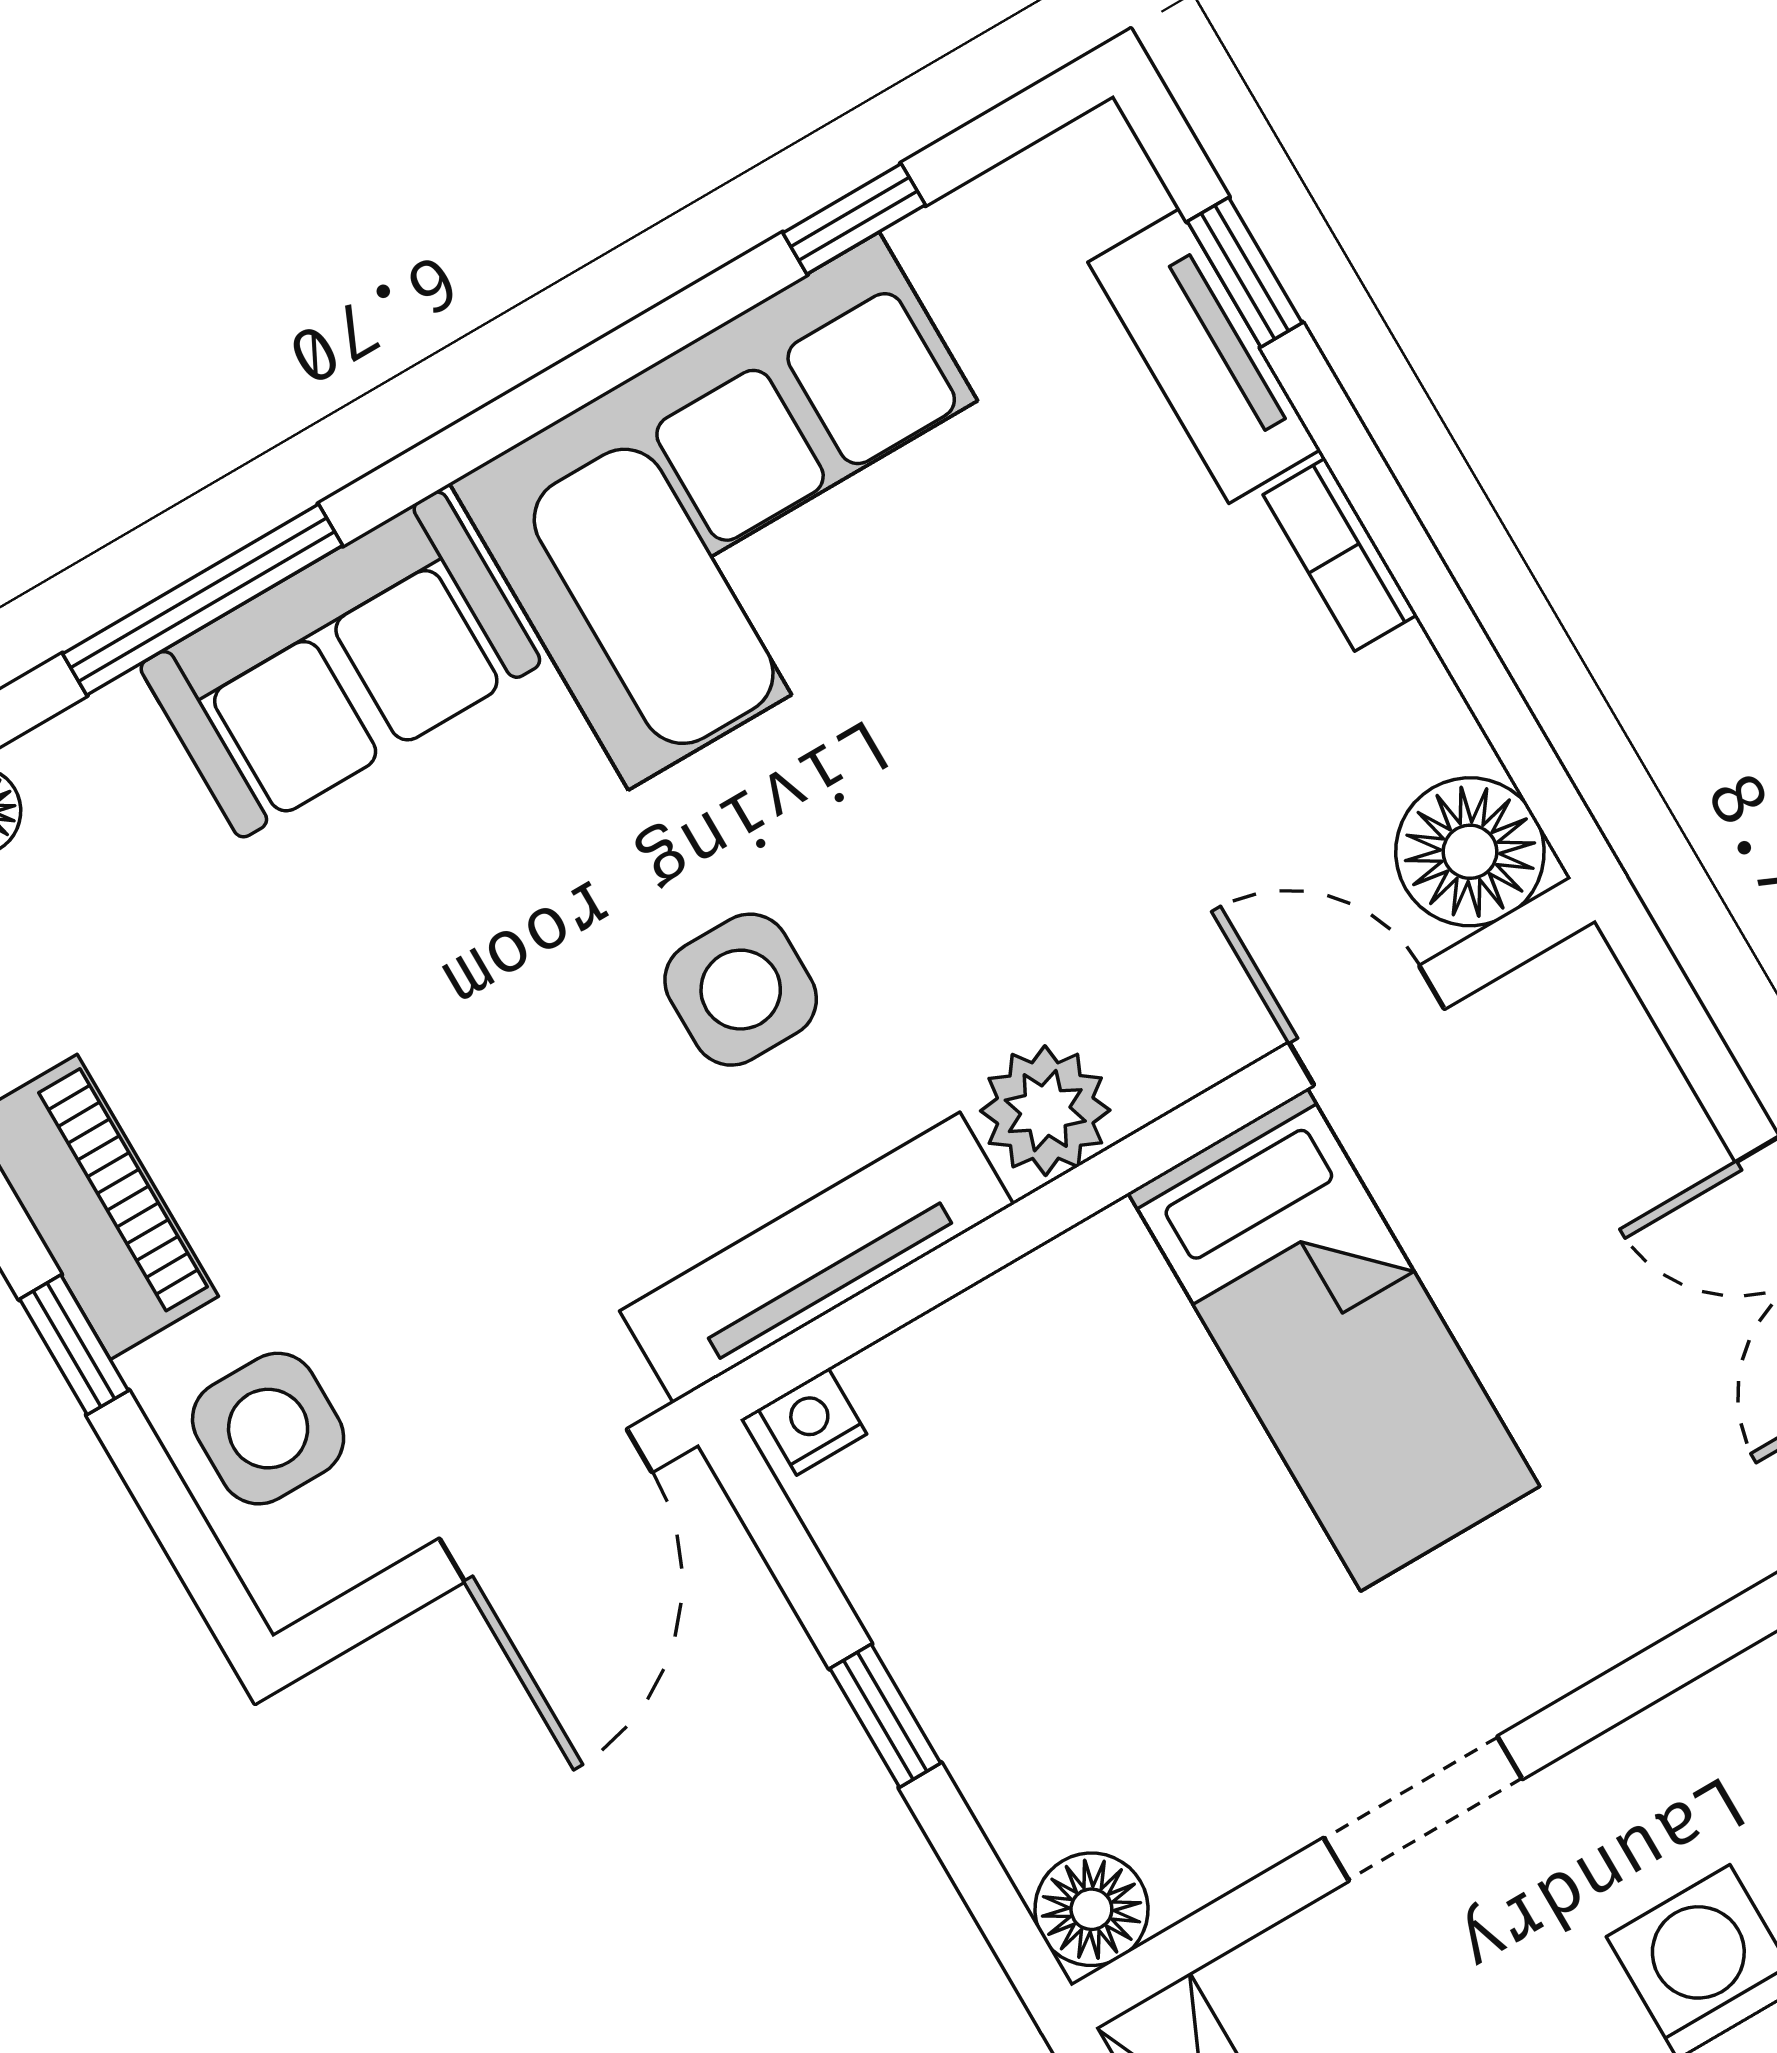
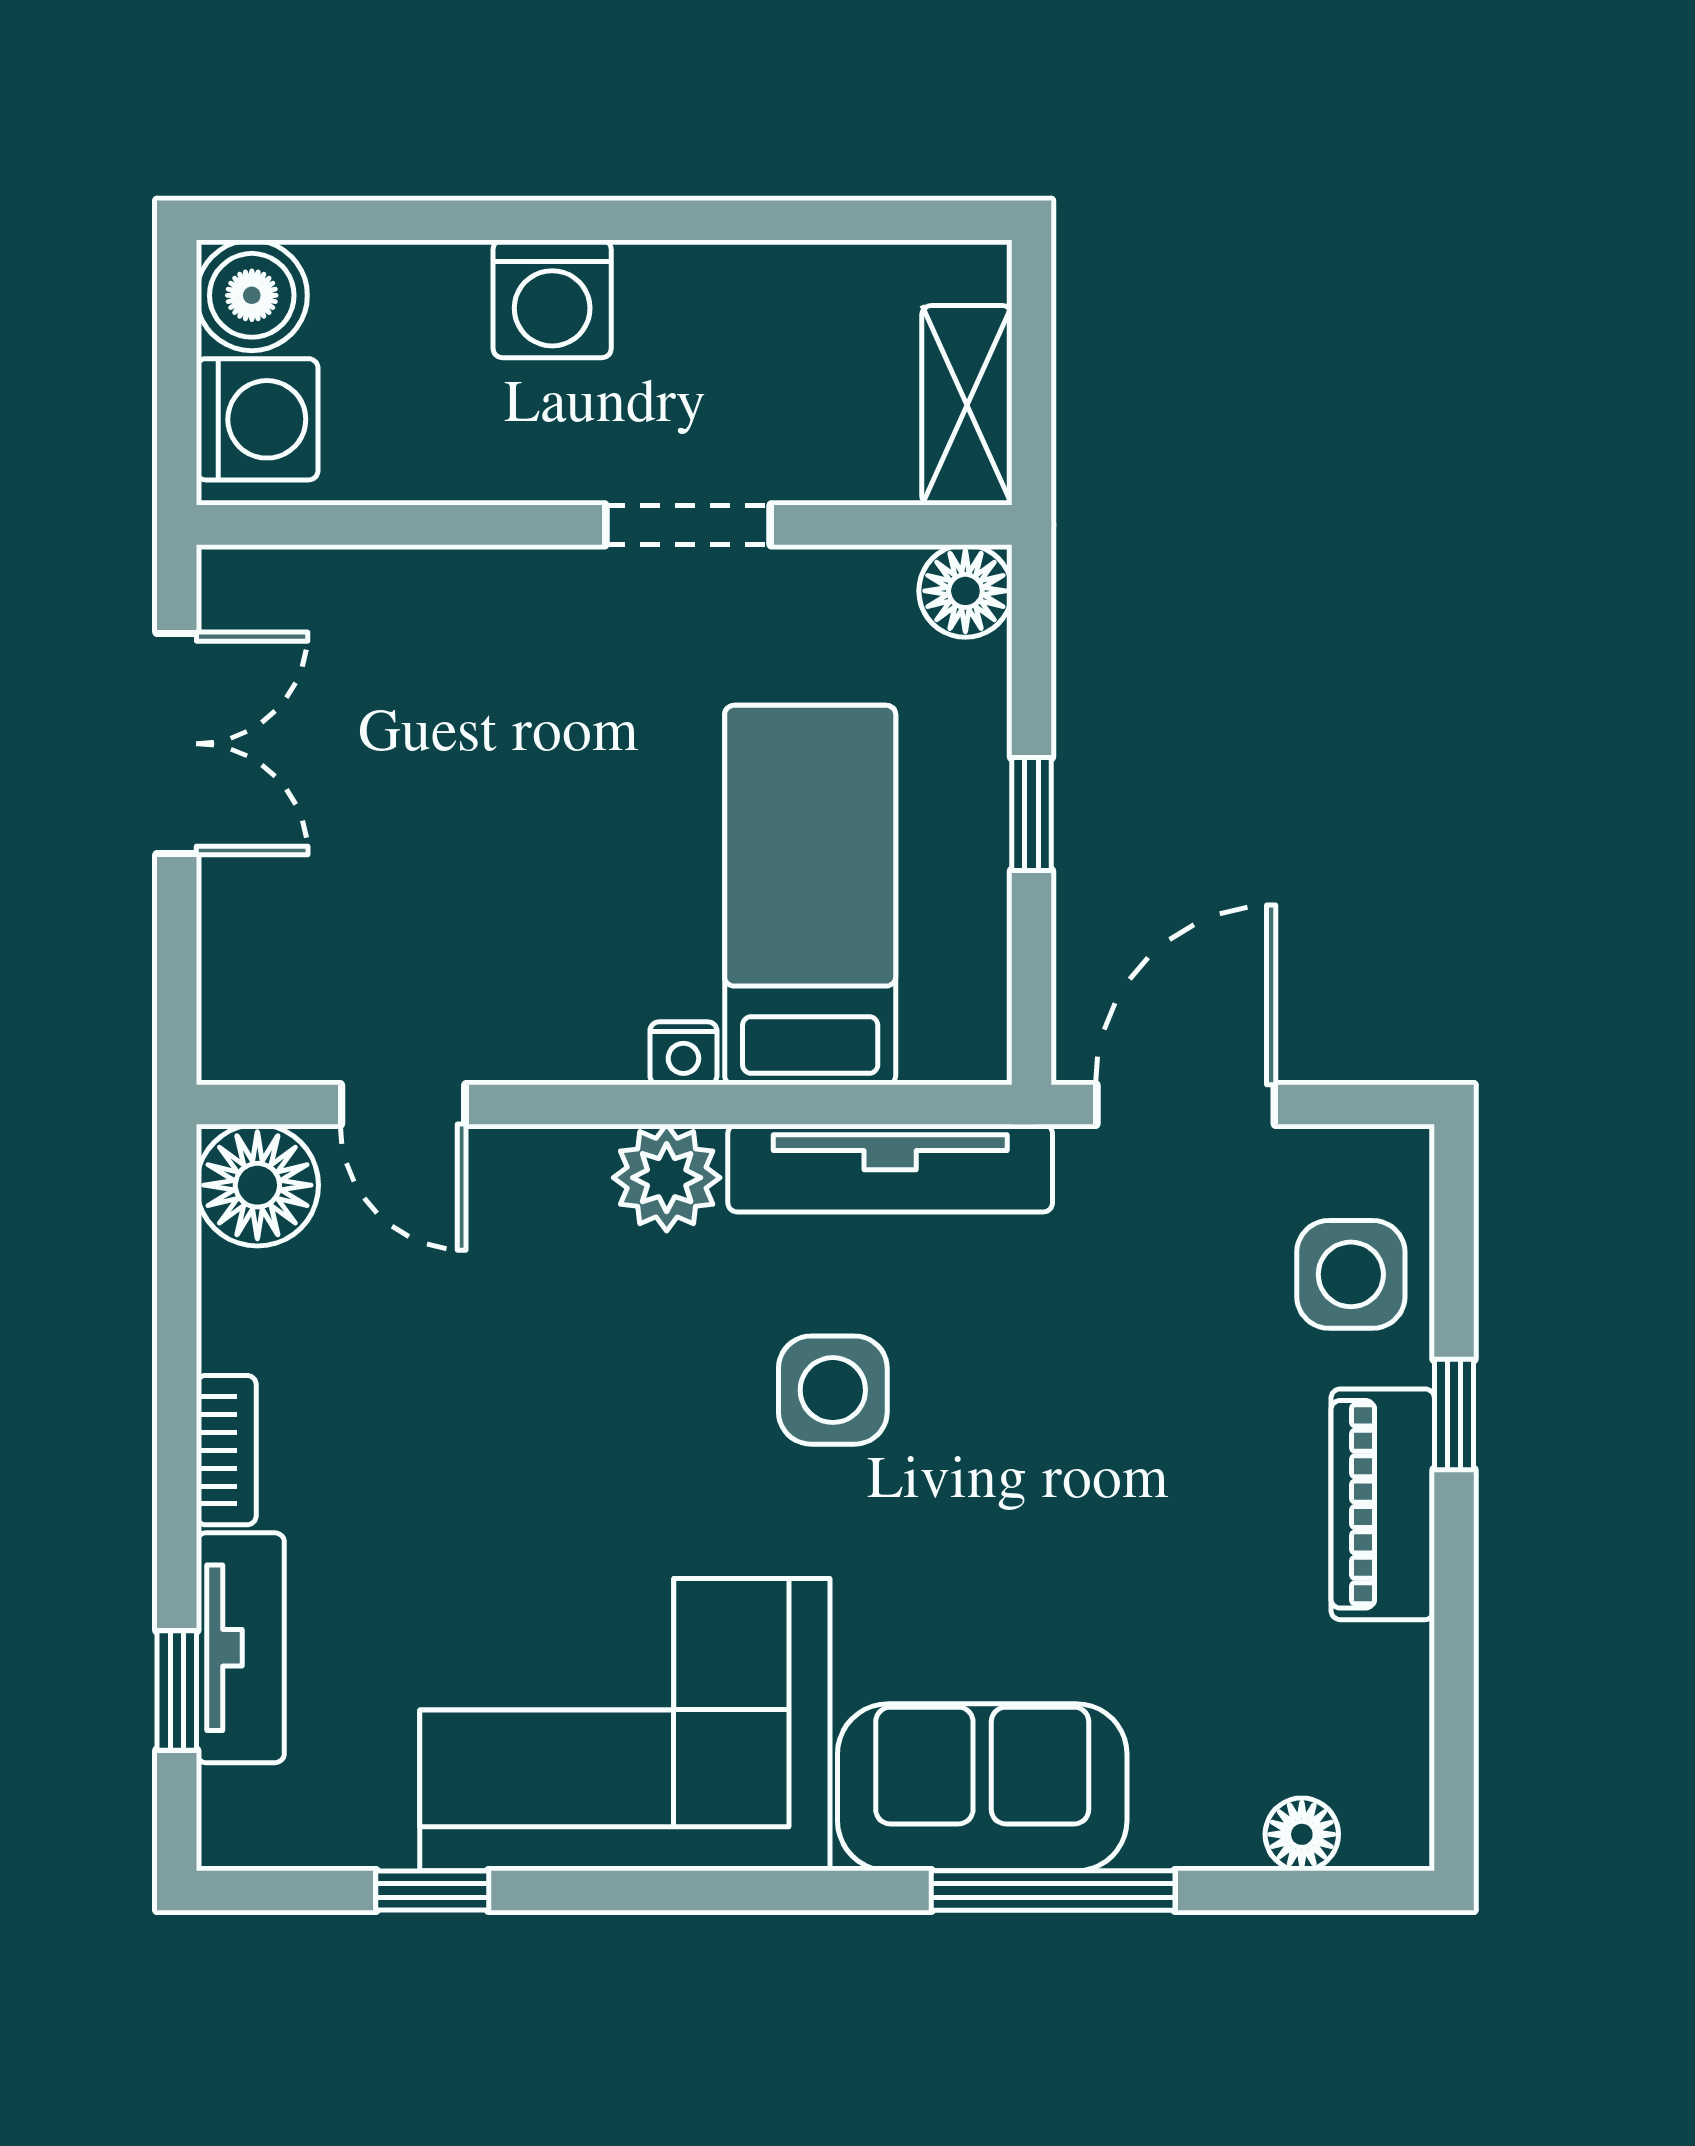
bed: (1334, 1340) -> (810, 895), moved
nightstand: (812, 1422) -> (683, 1053), moved

